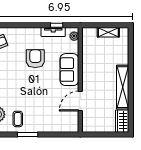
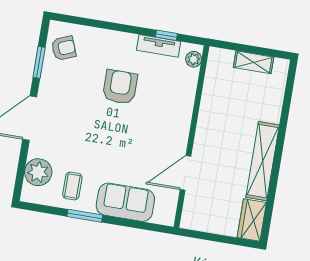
sofa: (69, 70) -> (125, 202), moved, turned 90

